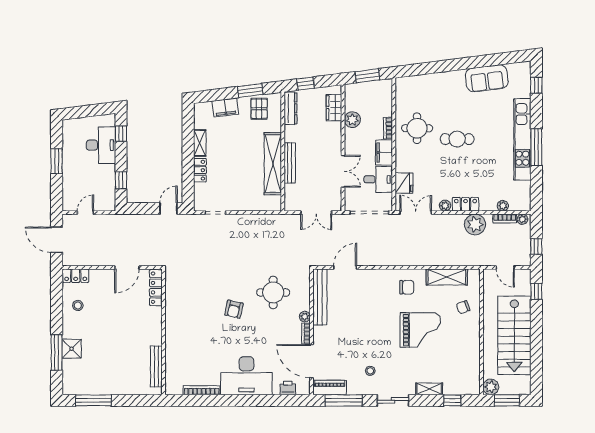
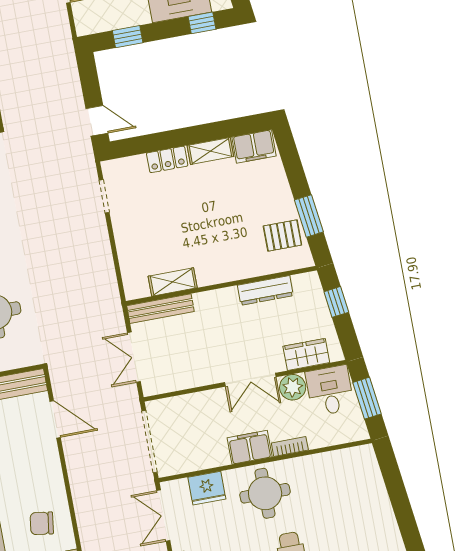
filing cabinet: (225, 108) -> (254, 147), moved, turned -83
dresser: (291, 108) -> (265, 290), moved
round table: (417, 128) -> (265, 493), moved
bench: (290, 163) -> (160, 309), moved
shelving: (273, 164) -> (173, 282), width x0.45, depth x0.75
double door: (343, 171) -> (250, 380), moved
desk: (378, 179) -> (330, 391), moved, turned 180
double door: (416, 213) -> (163, 516), swing flipped
chair: (407, 287) -> (42, 523), turned 98

